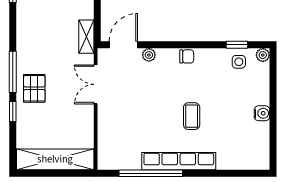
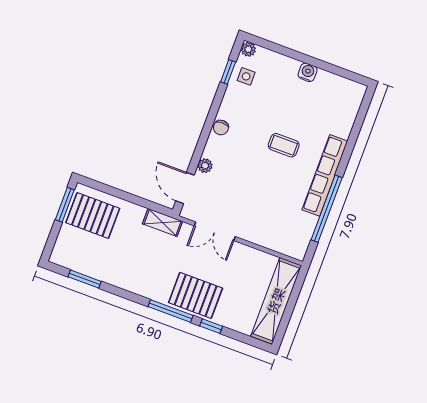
chair: (187, 56) -> (221, 128), turned 180
pallet: (34, 88) -> (196, 295), width x1.50, depth x1.42

